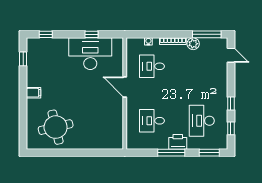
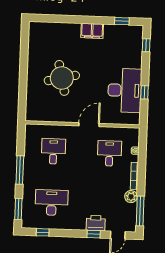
filing cabinet: (34, 93) -> (92, 31), width x2.00
window: (231, 104) -> (94, 234), moved
round table: (56, 127) -> (62, 78), moved
printer: (178, 142) -> (96, 223), moved, turned -90

